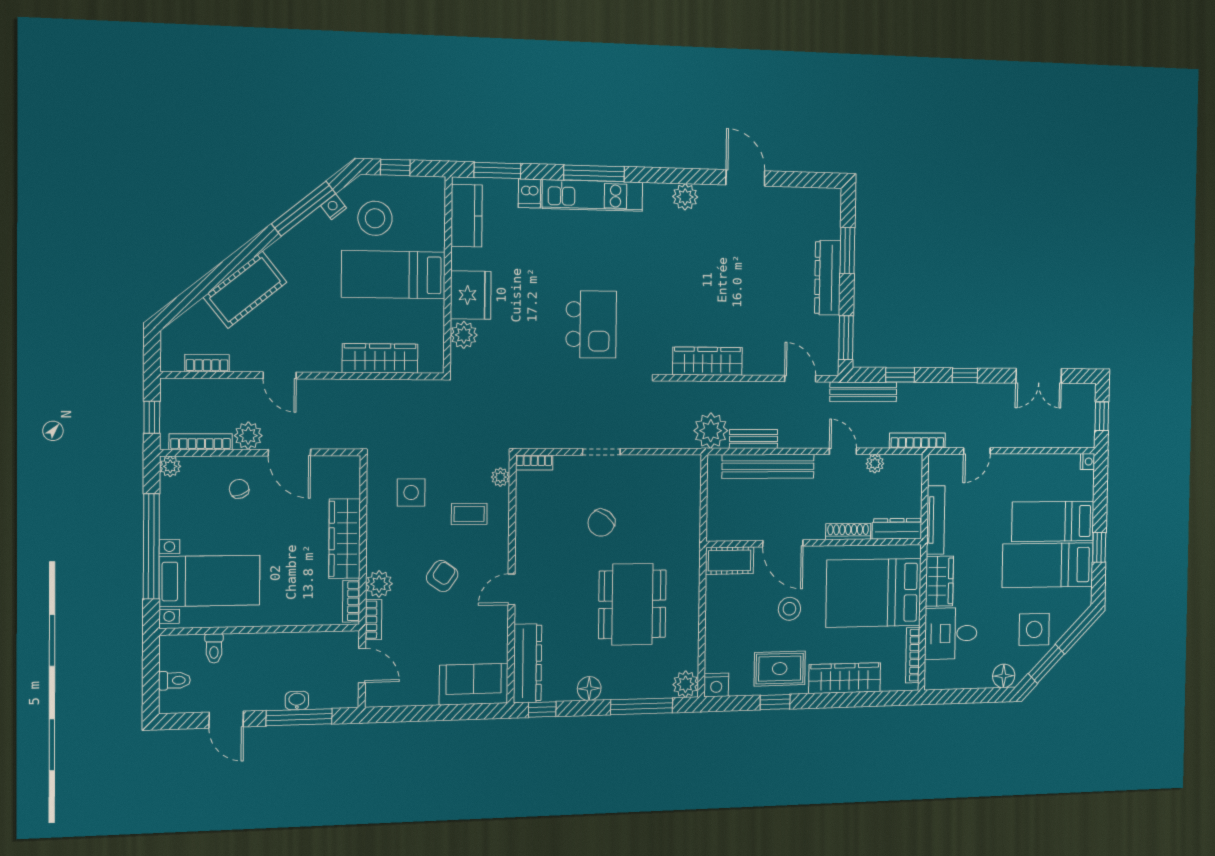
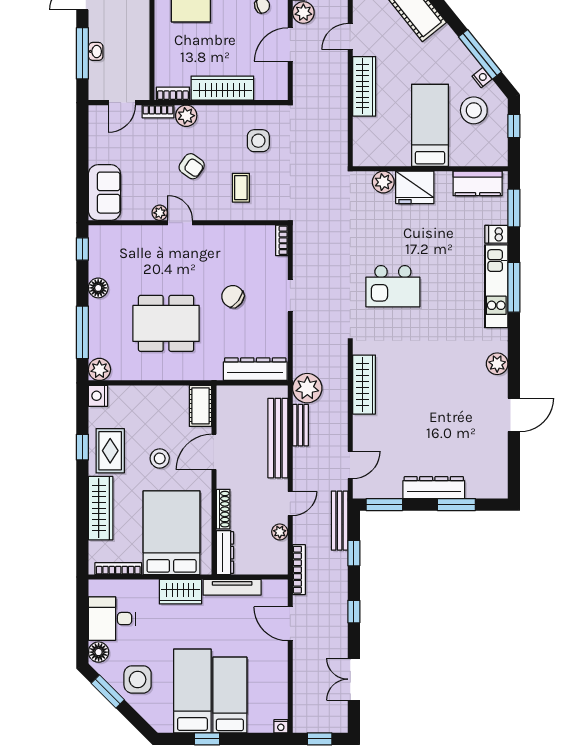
wardrobe: (380, 358) -> (364, 86), moved
door: (977, 451) -> (290, 624), width x1.38
plant: (500, 477) -> (160, 213), moved
desk: (951, 633) -> (112, 619), moved, turned -90
dresser: (528, 663) -> (255, 369), moved, turned 180

